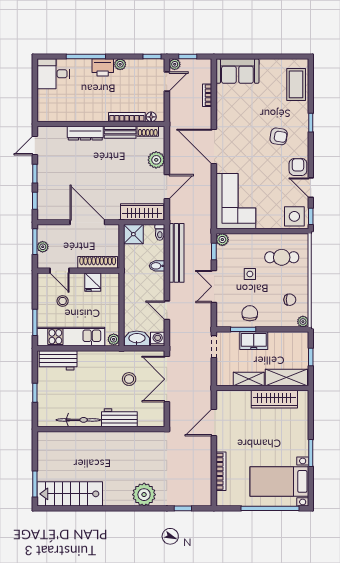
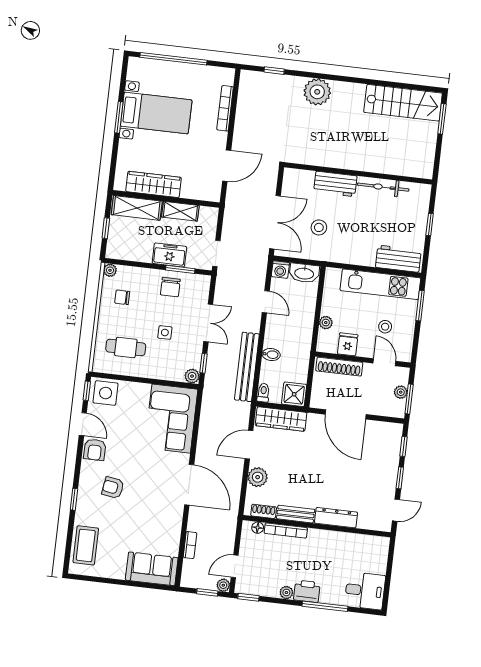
plant: (114, 339) -> (326, 323), moved
bed with nightstands: (279, 481) -> (156, 113), moved

